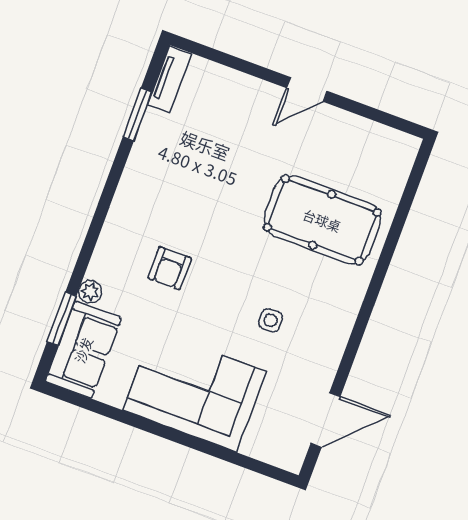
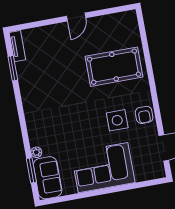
armchair: (170, 268) -> (144, 115), moved
side table: (271, 320) -> (117, 120), width x1.87, depth x1.87

